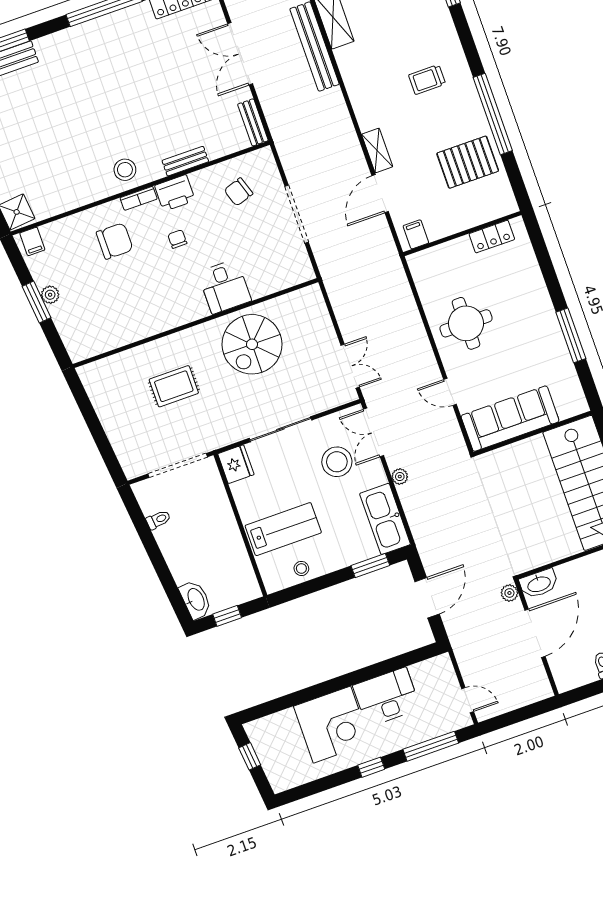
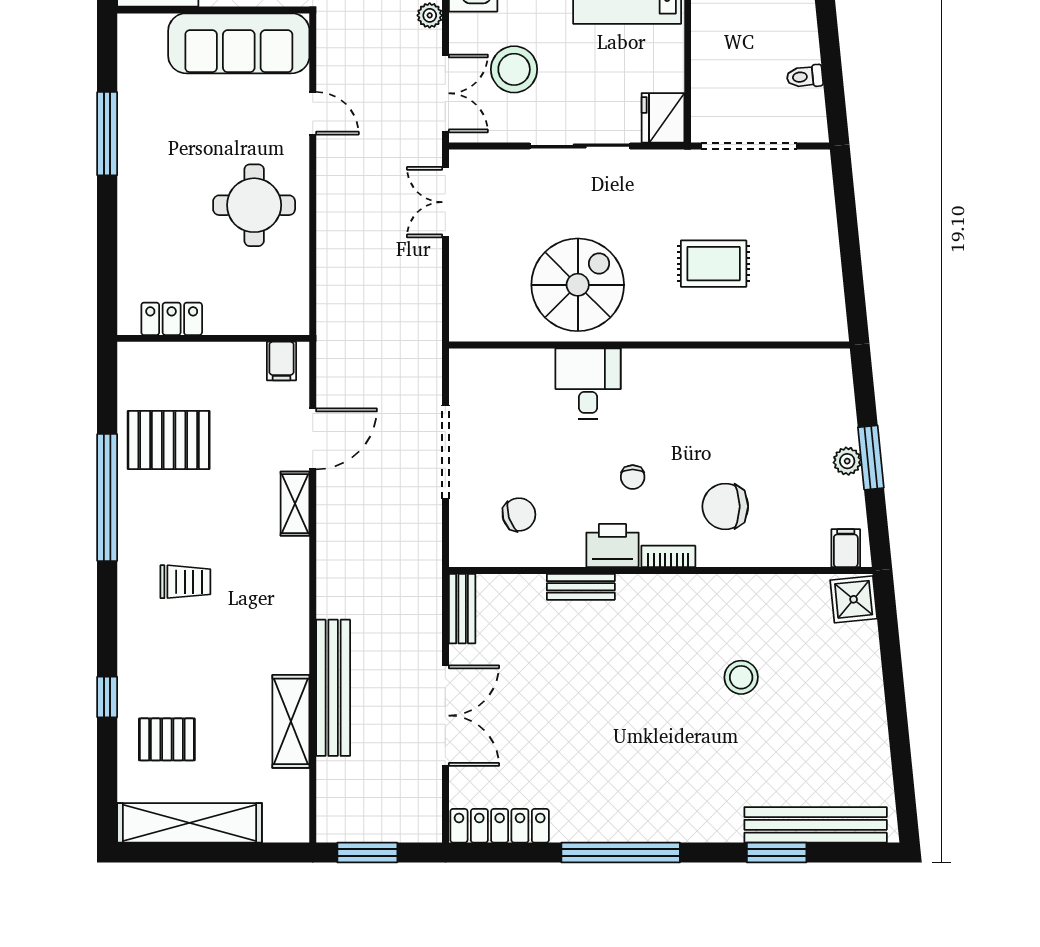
stool: (125, 170) -> (741, 677), moved

